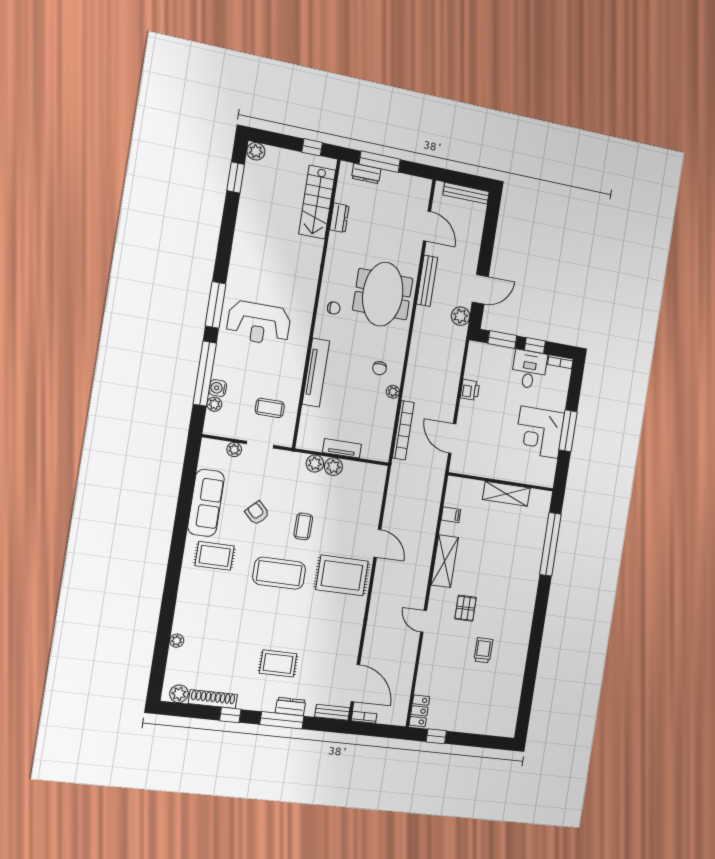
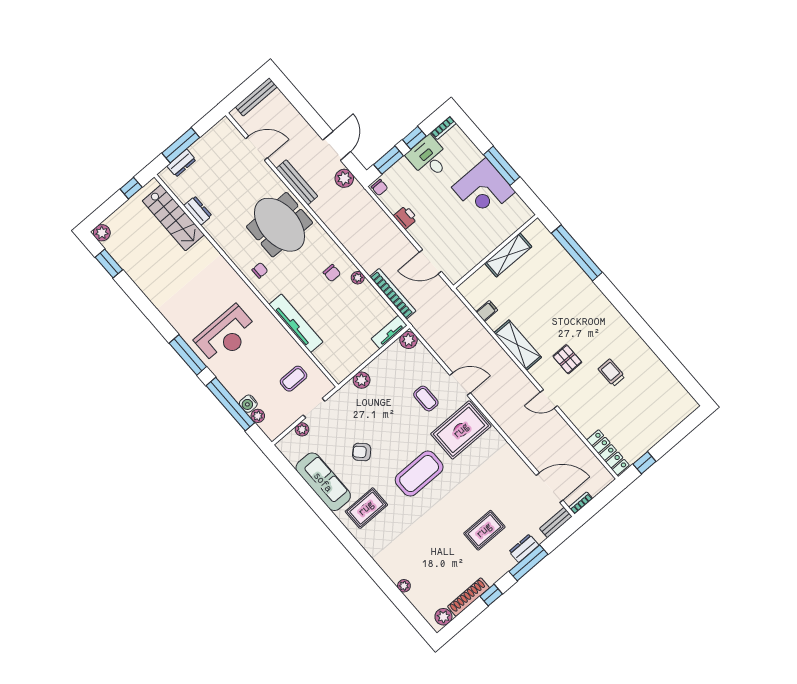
chair: (476, 350) -> (379, 187), added
tv unit: (342, 448) -> (389, 332), moved
plant: (333, 467) -> (408, 340), moved
coffee table: (303, 526) -> (426, 399), moved
locker: (419, 711) -> (608, 453), width x1.53

